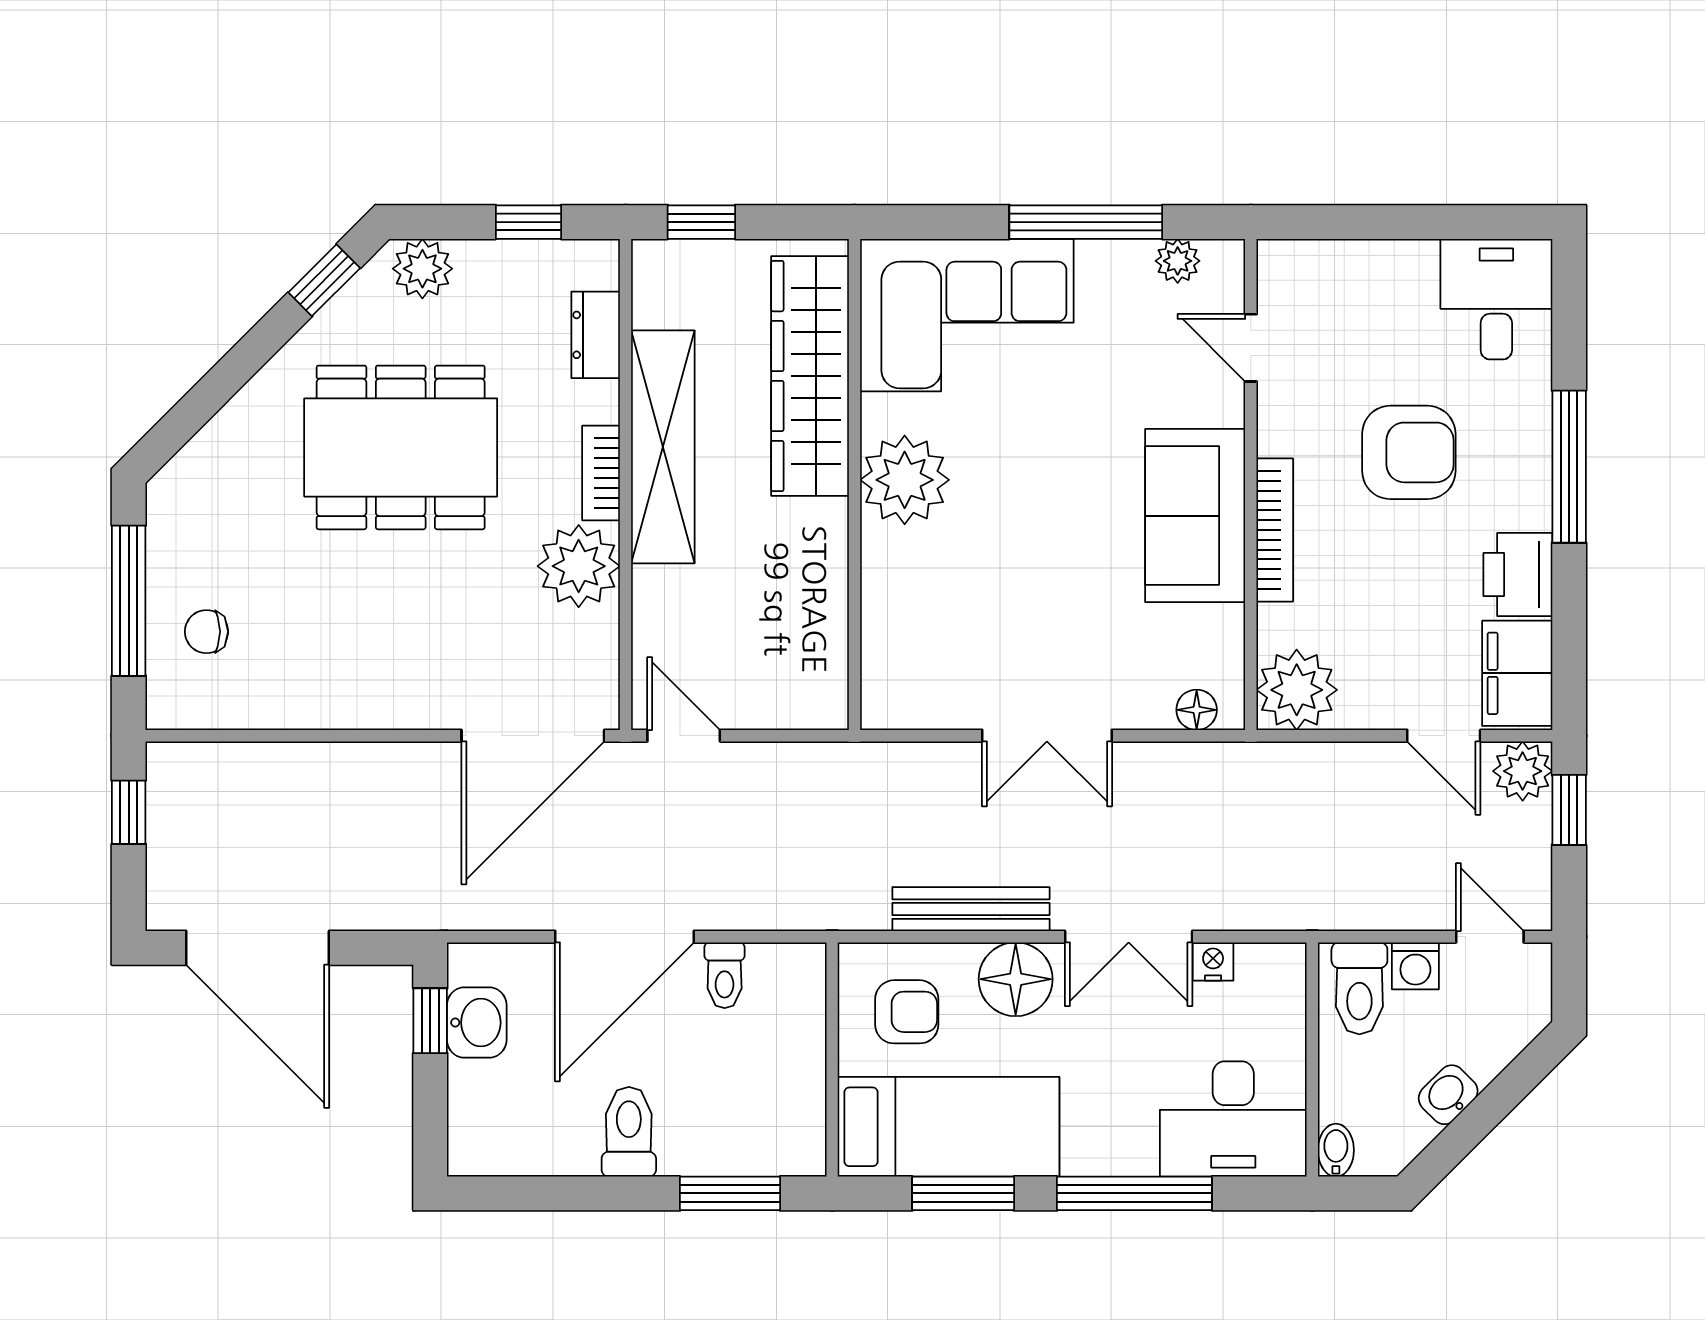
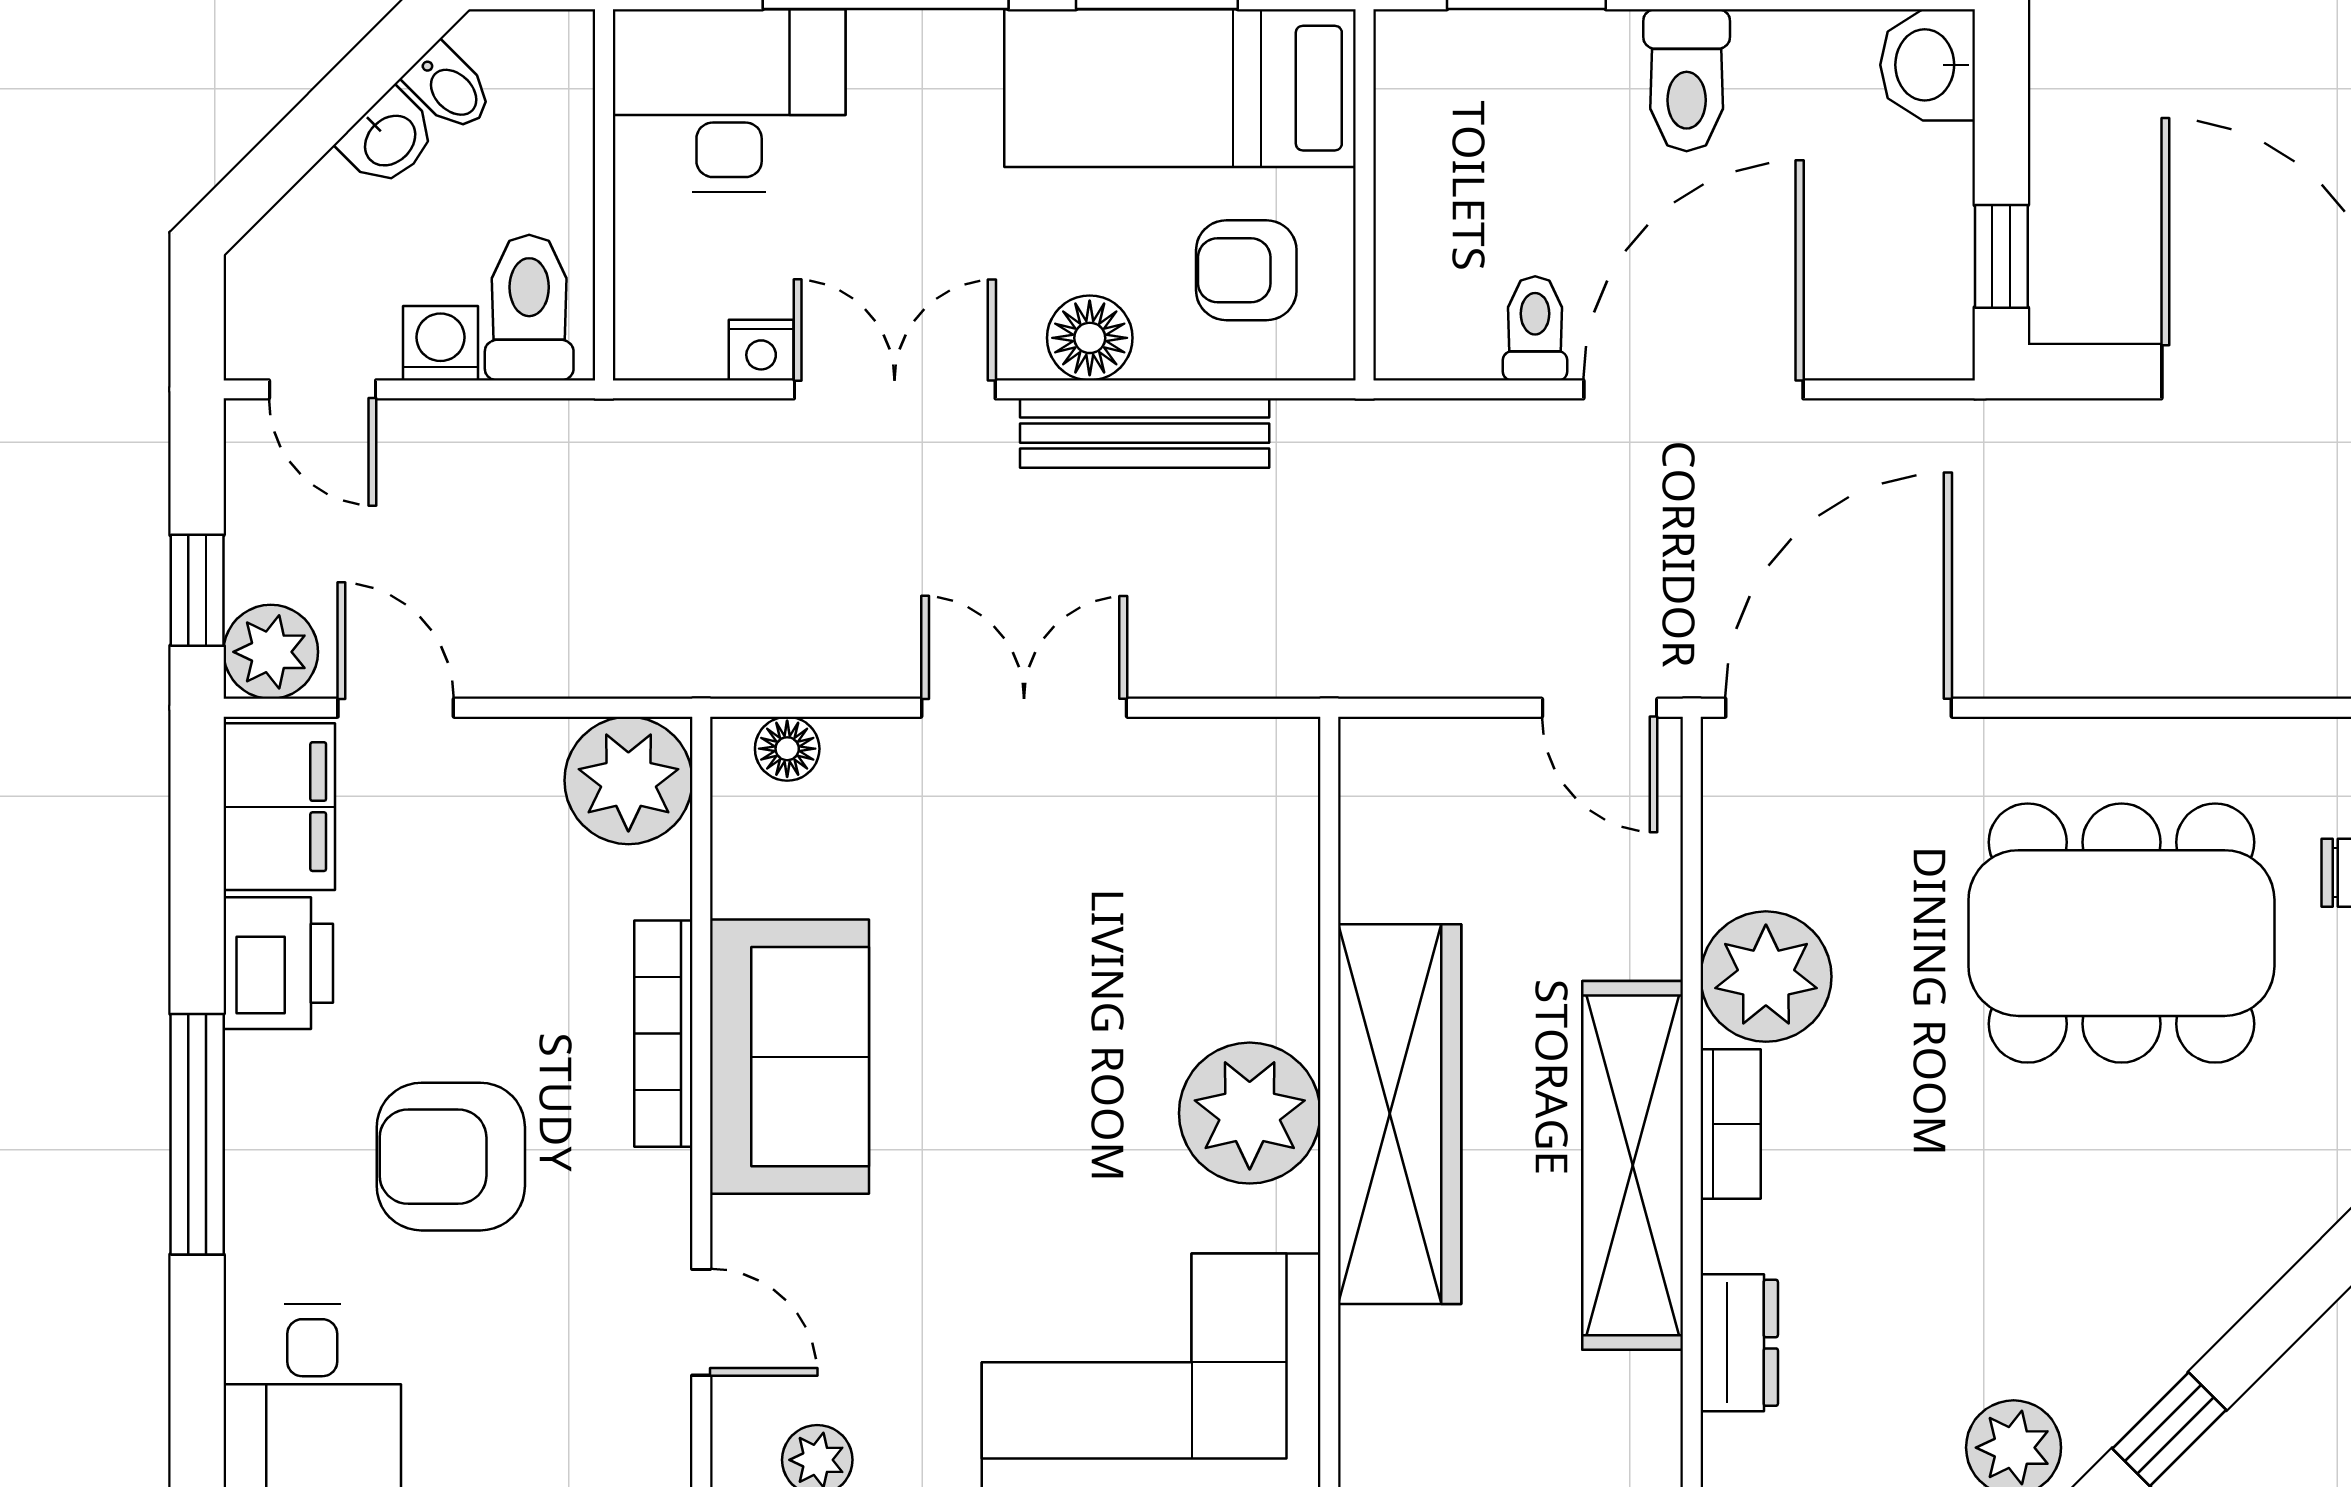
wardrobe: (810, 376) -> (1400, 1114), moved
dining table: (401, 447) -> (2121, 933), moved
floor lamp: (1016, 979) -> (1090, 338), width x0.73, depth x0.73
washbasin: (477, 1023) -> (1928, 65), moved
bidet: (1336, 1150) -> (449, 88), moved, turned -45

